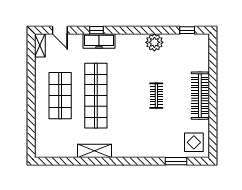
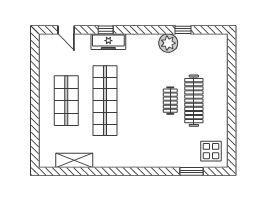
window: (187, 30) -> (183, 30), moved
shelving: (40, 45) -> (44, 46), removed
clothes rail: (200, 96) -> (194, 101), moved
shelving: (94, 151) -> (74, 160), moved

